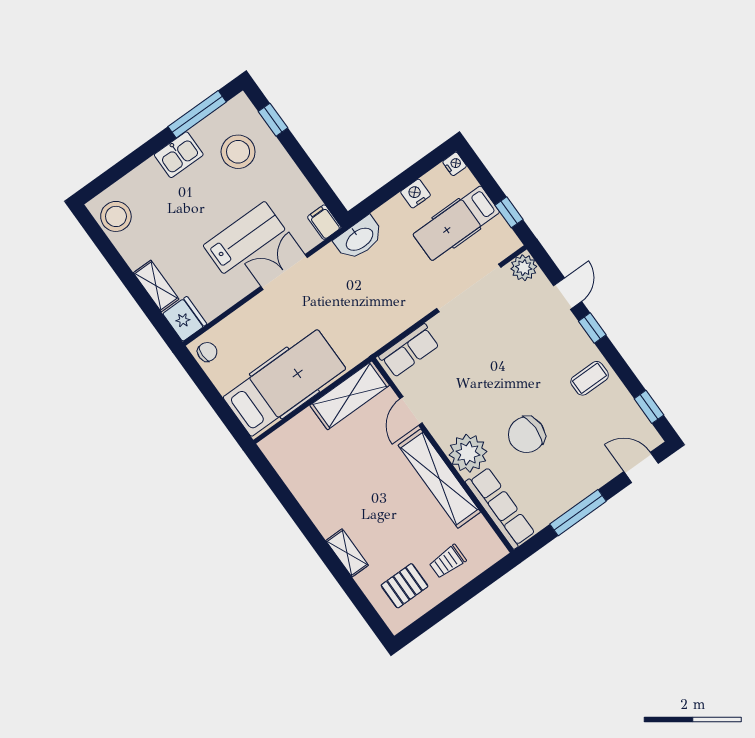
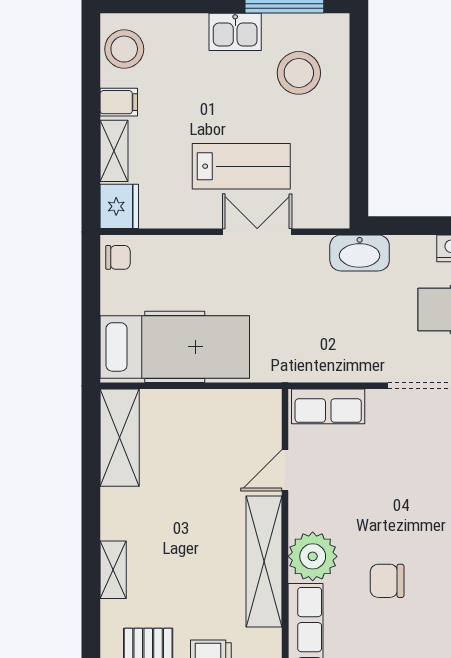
window: (273, 120) -> (359, 66), removed
filing cabinet: (324, 222) -> (119, 102), moved, turned 90
shelving: (350, 395) -> (120, 438), moved, turned 90
chair: (527, 435) -> (387, 581), width x0.73, depth x0.73

